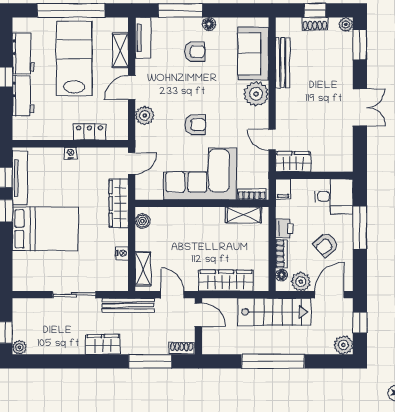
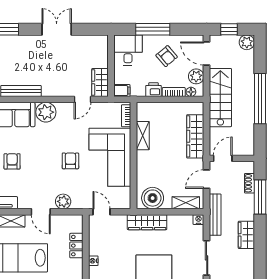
wardrobe: (119, 204) -> (147, 222), moved
shelving: (244, 215) -> (143, 136), moved
boiler: (143, 221) -> (153, 198), width x1.86, depth x1.86
nightstand: (122, 253) -> (198, 220), moved
shoe rack: (182, 348) -> (249, 183), moved

